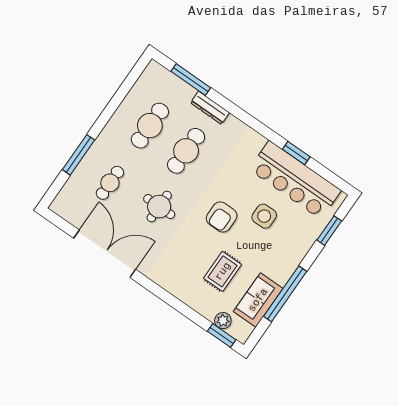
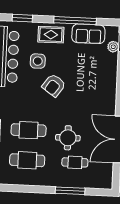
round table: (159, 206) -> (68, 138), moved
armchair: (222, 217) -> (54, 85), turned 125
rug: (223, 271) -> (51, 35), moved

